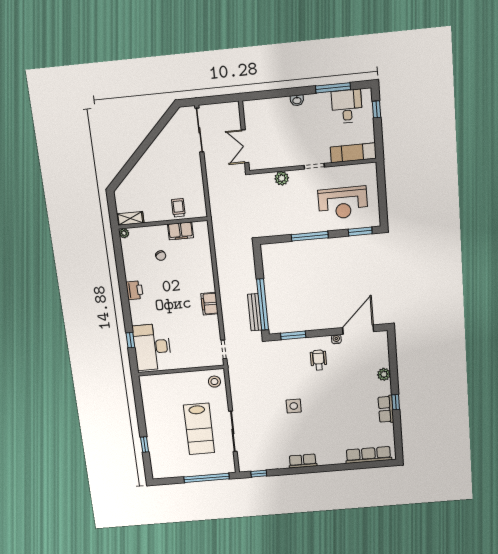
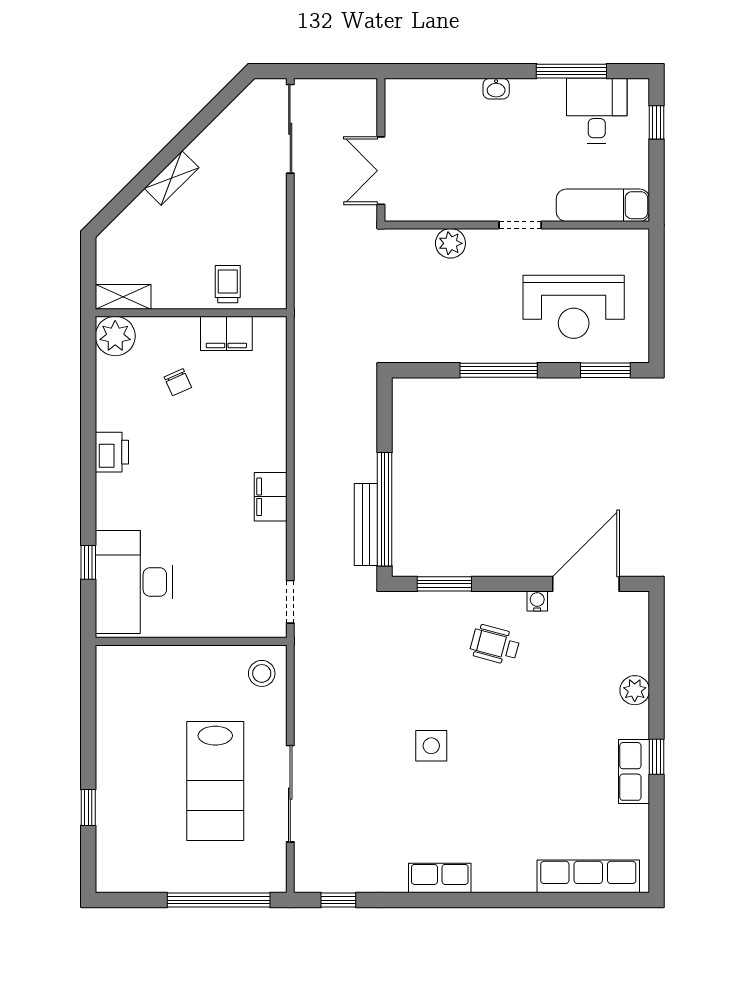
shelving: (146, 160) -> (172, 178), added
plant: (124, 233) -> (115, 336), width x1.87, depth x1.87
wheelchair: (319, 360) -> (495, 645), turned -75

